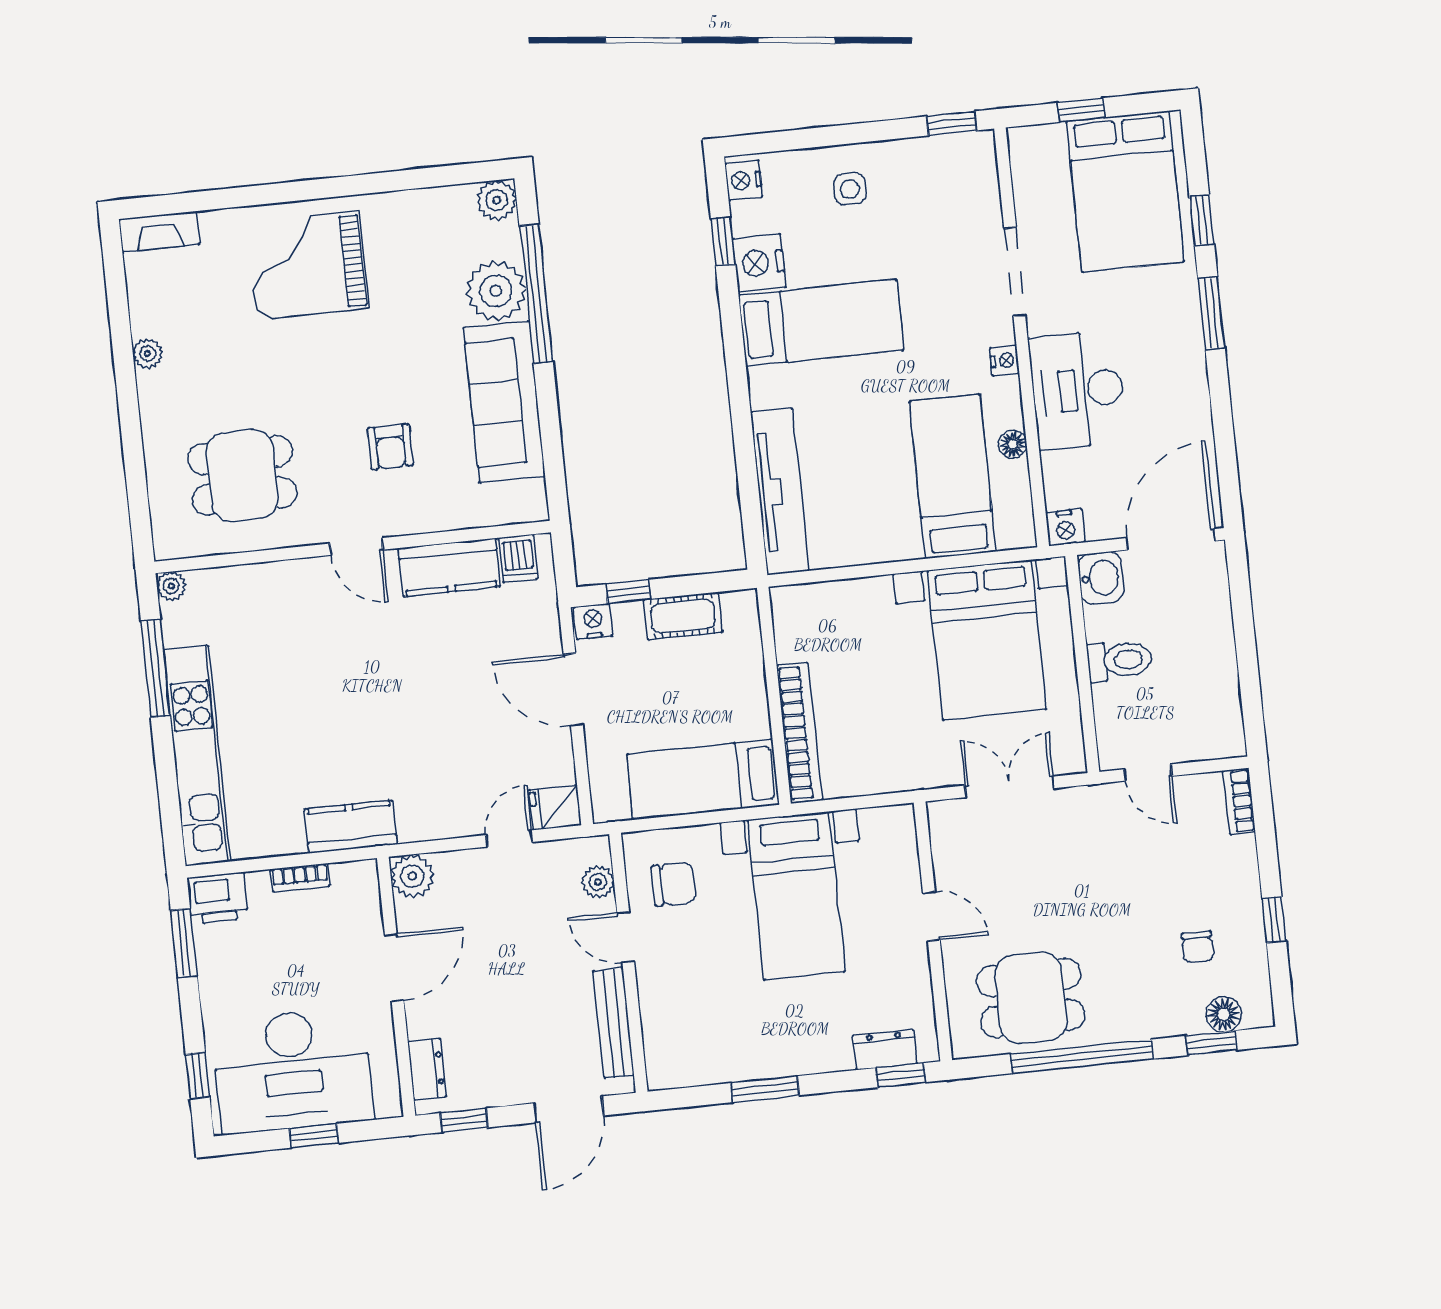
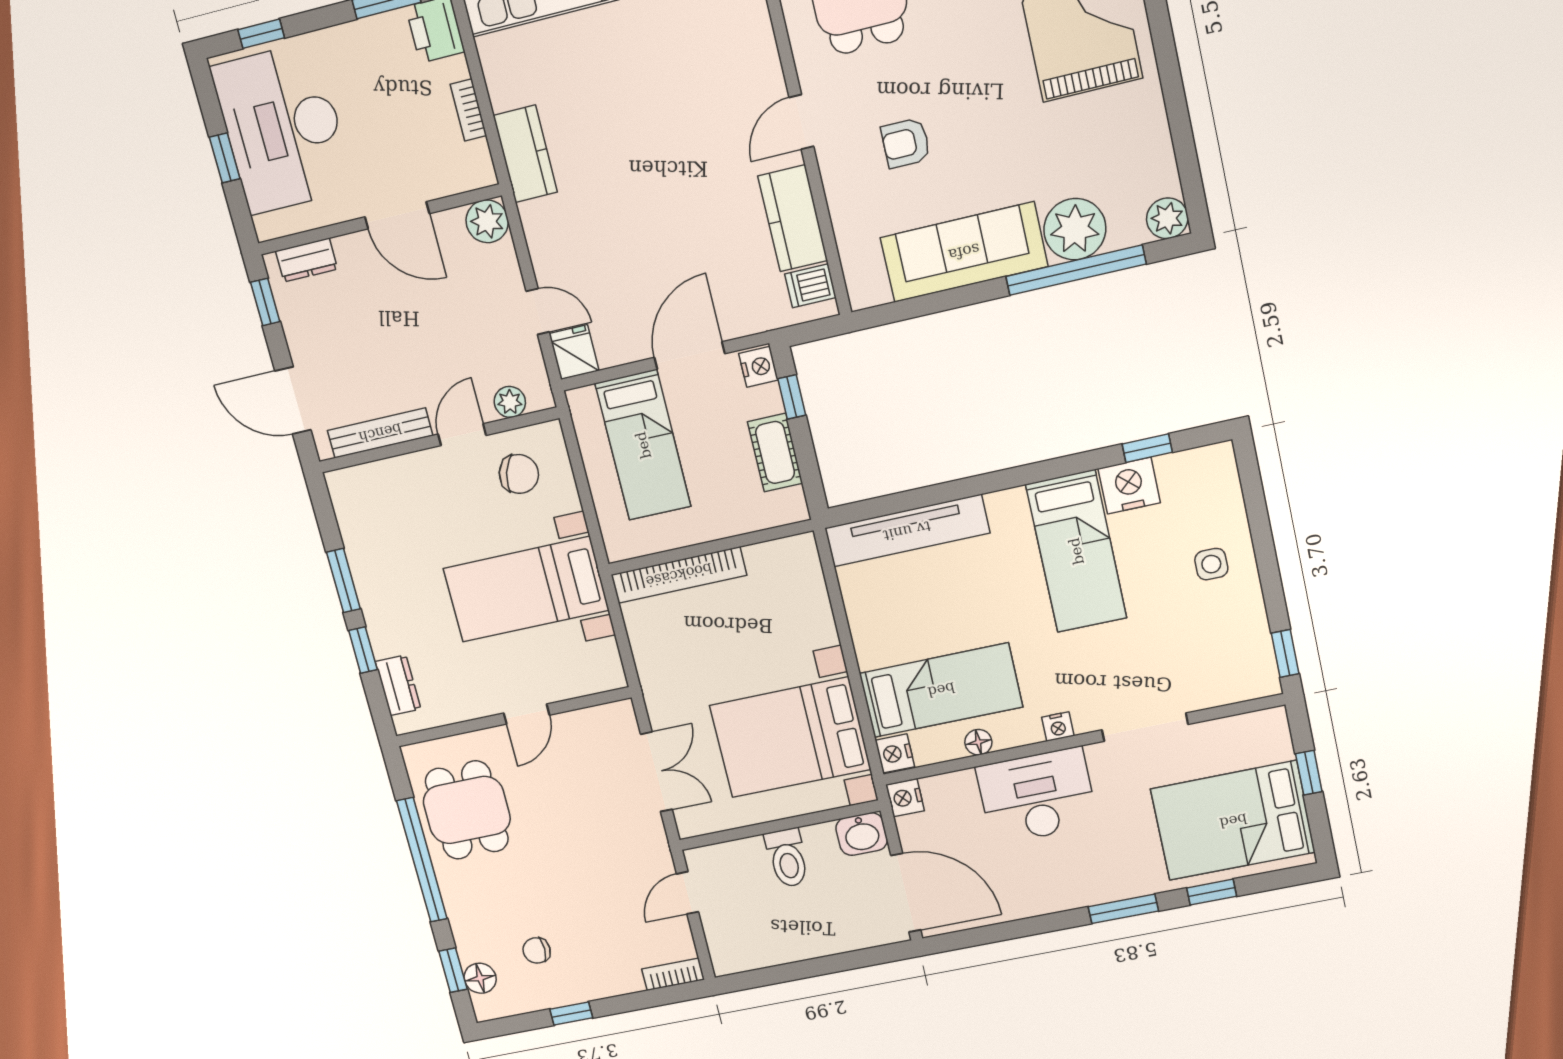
nightstand: (744, 180) -> (895, 753), moved, turned -90
bed: (703, 779) -> (643, 445), moved, turned 180
chair: (674, 884) -> (519, 474), turned -73
window: (901, 1075) -> (363, 650), moved

